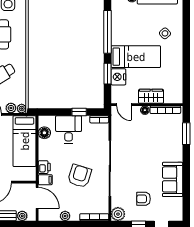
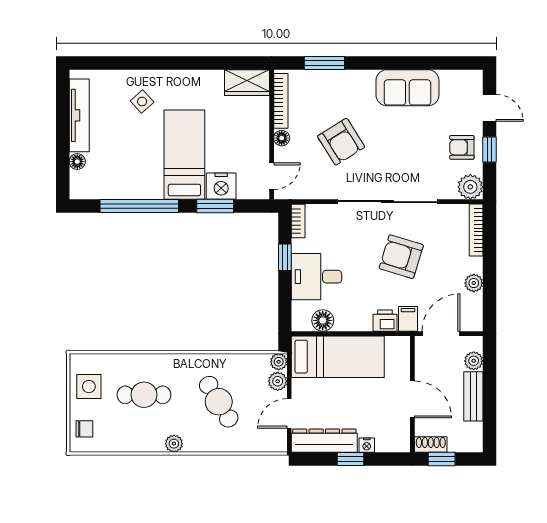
wardrobe: (151, 96) -> (247, 83), moved, turned -90
armchair: (143, 143) -> (341, 142), added
armchair: (144, 199) -> (462, 147), moved, turned 90

